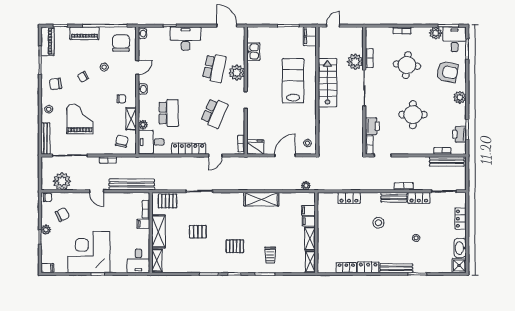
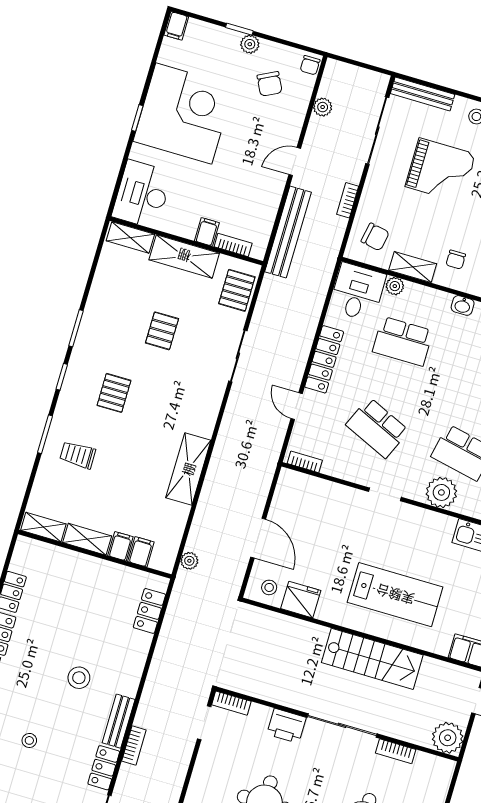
plant: (355, 62) -> (448, 738), moved
printer: (372, 126) -> (286, 726), moved
fridge: (255, 147) -> (301, 600), moved, turned -90
plant: (62, 181) -> (323, 107), width x0.53, depth x0.53
locker: (349, 198) -> (149, 611), moved
desk: (138, 261) -> (142, 194), width x1.37

